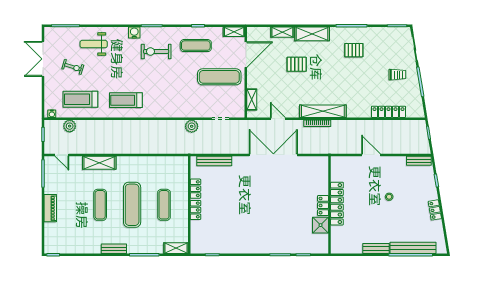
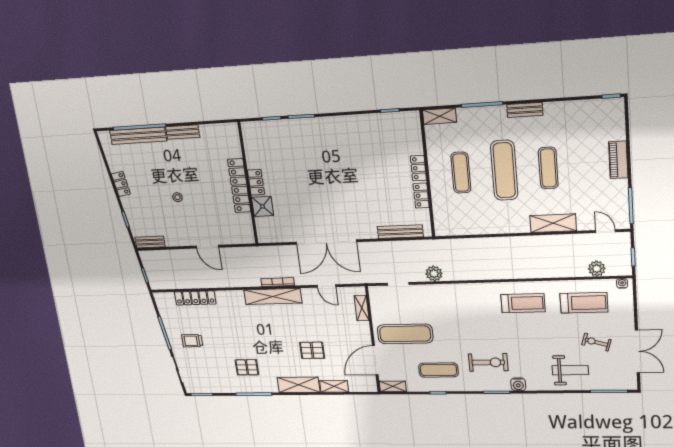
shower: (321, 225) -> (263, 206), moved

